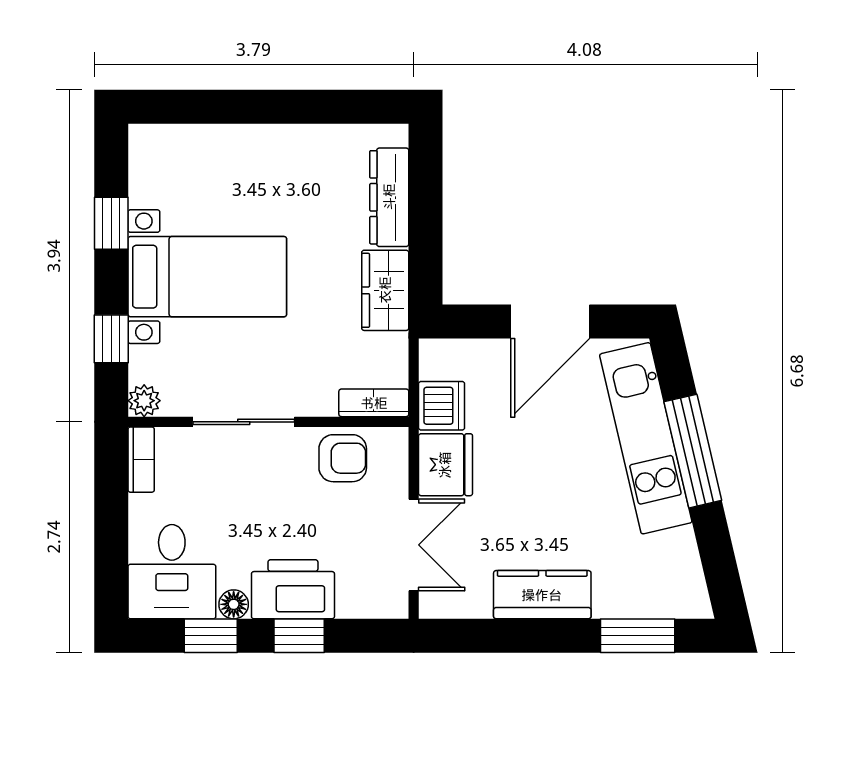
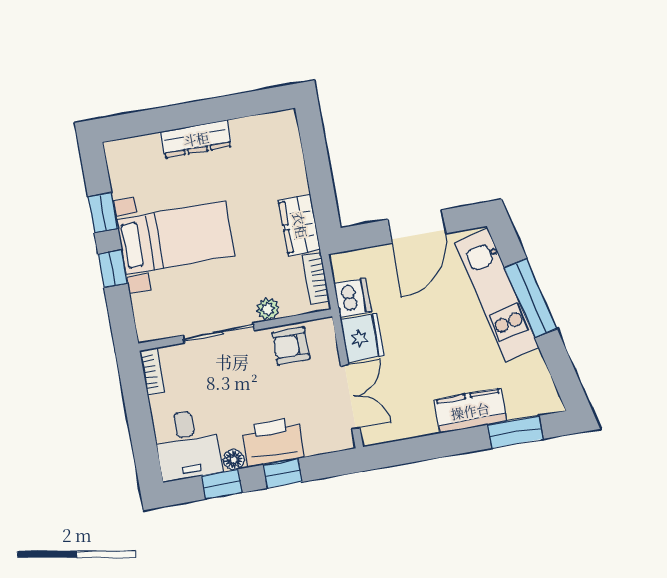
dresser: (389, 197) -> (196, 139), moved, turned -90
window: (111, 339) -> (113, 269), moved
plant: (144, 401) -> (268, 309), moved
bookcase: (374, 403) -> (316, 278), moved, turned -90
armchair: (343, 458) -> (291, 346), turned 180
kitchen counter: (542, 595) -> (470, 411), moved

